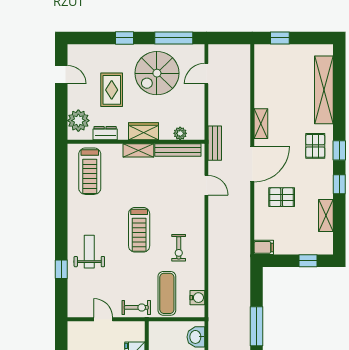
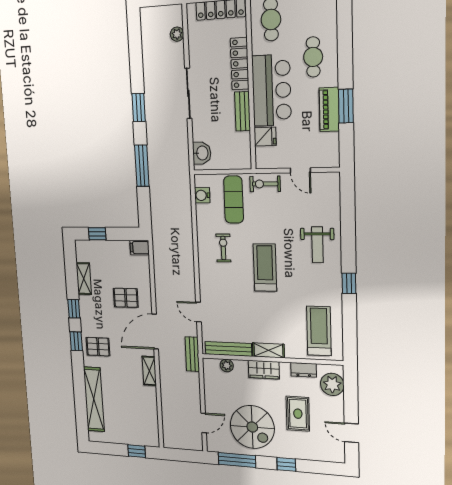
spiral stairs: (157, 73) -> (252, 427), turned 90
pallet: (315, 146) -> (98, 347), turned 90
window: (61, 269) -> (349, 283), moved

